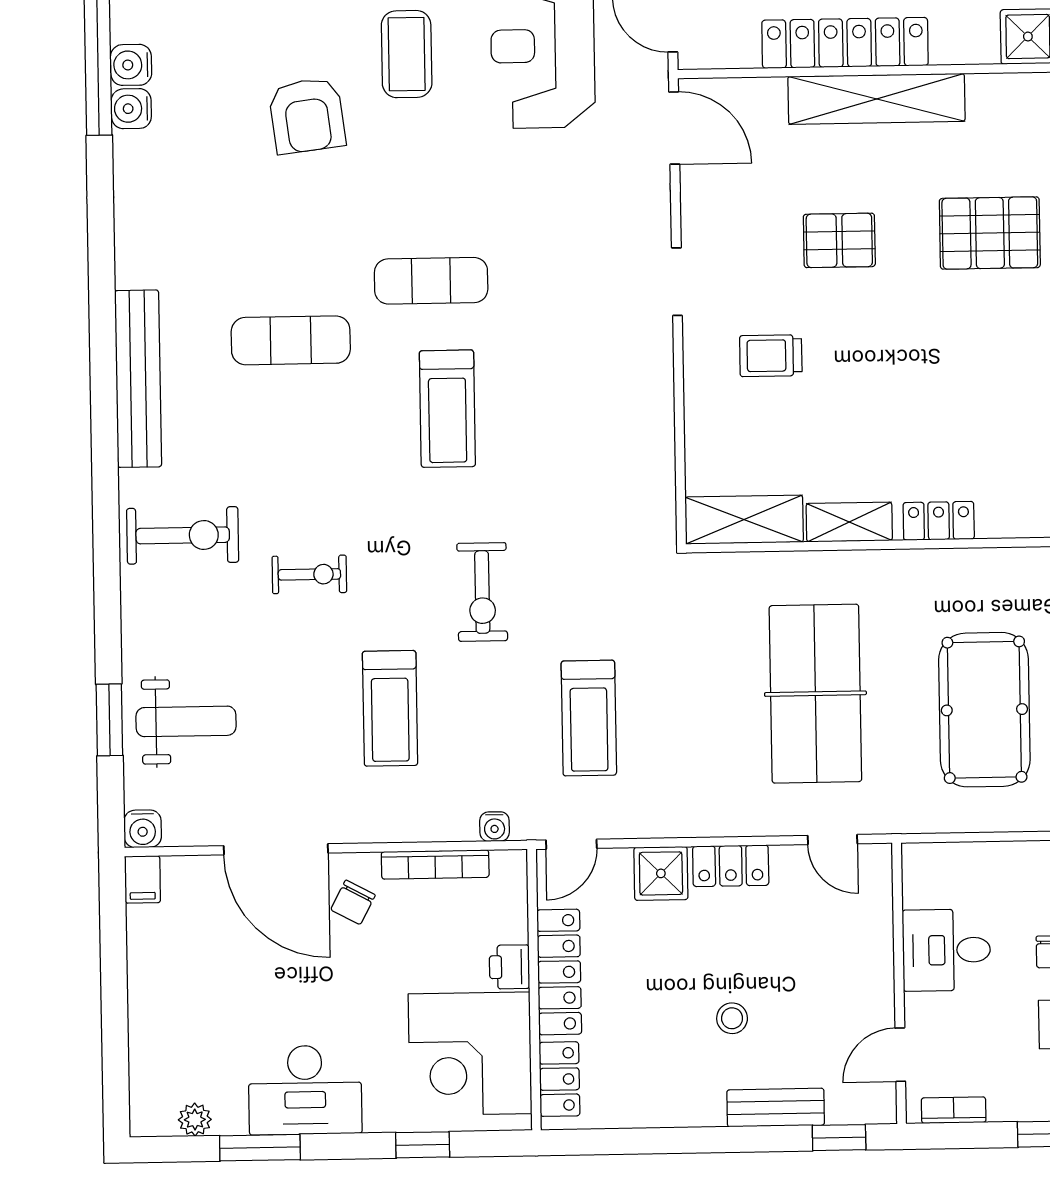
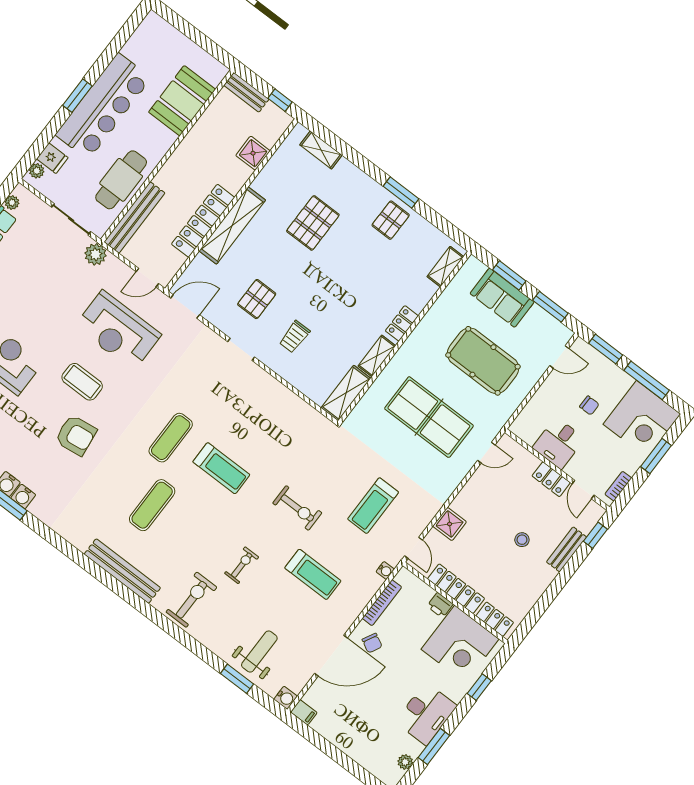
pallet: (839, 240) -> (257, 299), moved
treadmill: (589, 718) -> (373, 506), turned 90
locker: (731, 866) -> (551, 479), moved, turned 90

